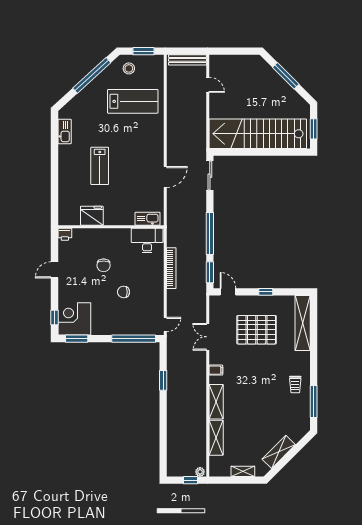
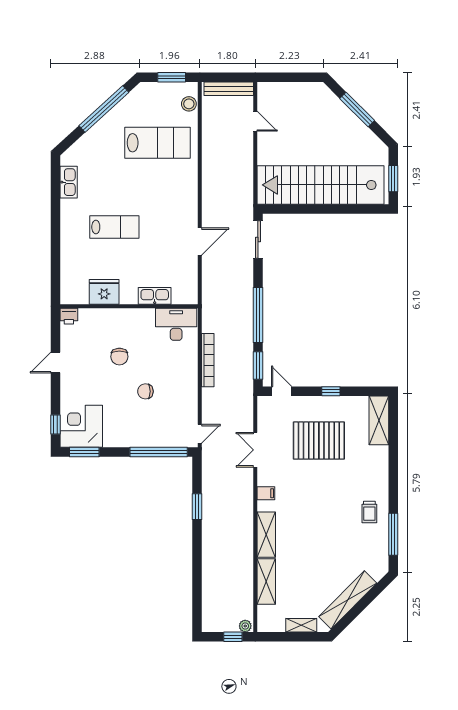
stool: (129, 68) -> (189, 104), moved
lab bench: (100, 166) -> (114, 227), turned -90
kitchen sink: (147, 219) -> (155, 296), moved
shelving: (303, 323) -> (379, 420), width x0.68
shelving: (279, 452) -> (348, 600), width x1.47

